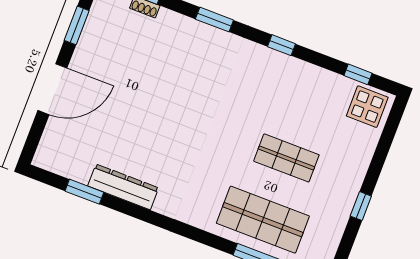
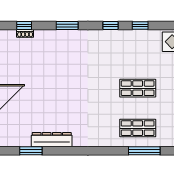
window: (358, 74) -> (140, 25), moved
shop shelf: (263, 220) -> (138, 128), width x0.70, depth x0.74

